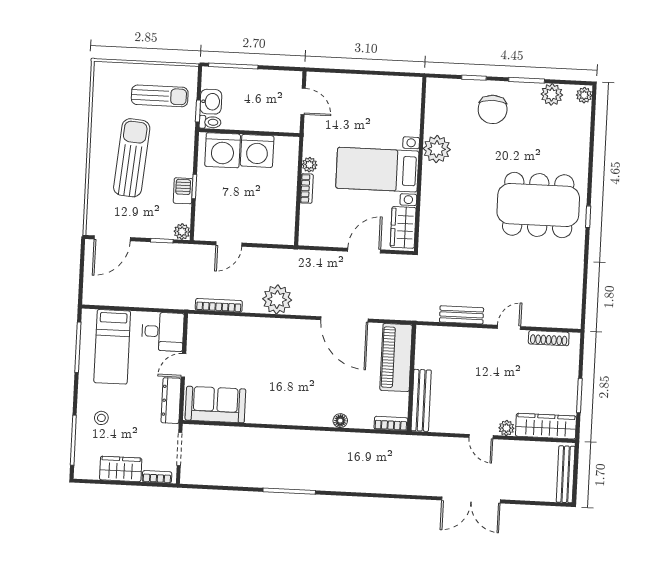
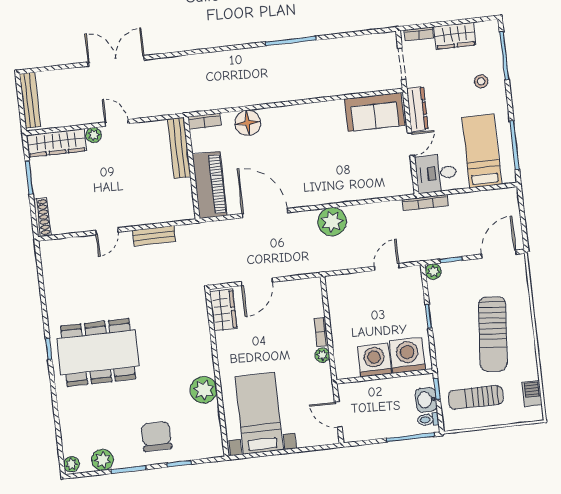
toilet: (210, 122) -> (428, 420), moved
bed with nightstands: (377, 170) -> (259, 413), moved, turned -90
barbecue: (183, 191) -> (532, 394), moved, turned 180
bookcase: (219, 305) -> (425, 203), moved
shoe rack: (549, 338) -> (42, 217), moved, turned 90
floor lamp: (340, 421) -> (248, 123), width x1.89, depth x1.89

